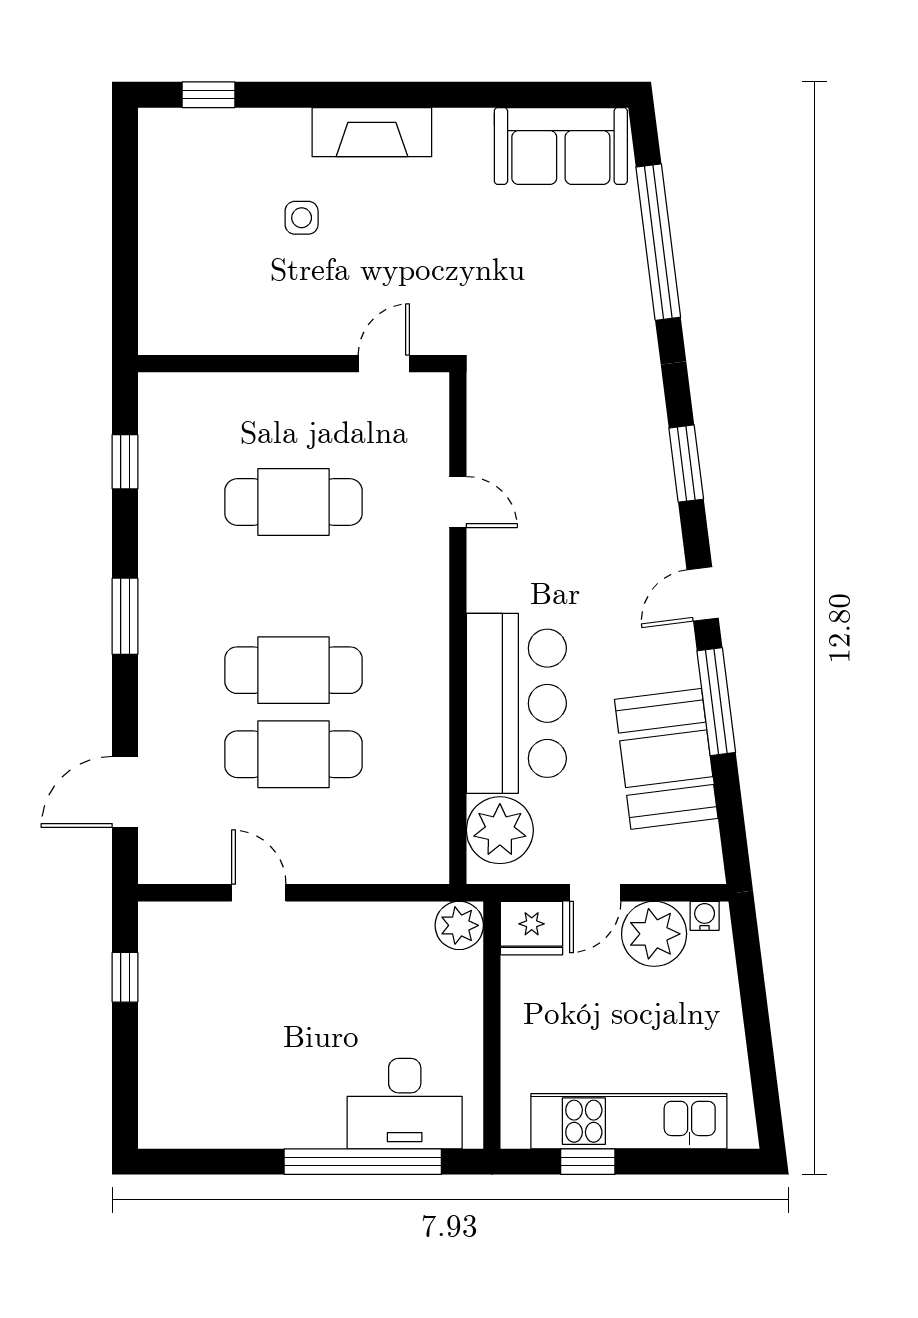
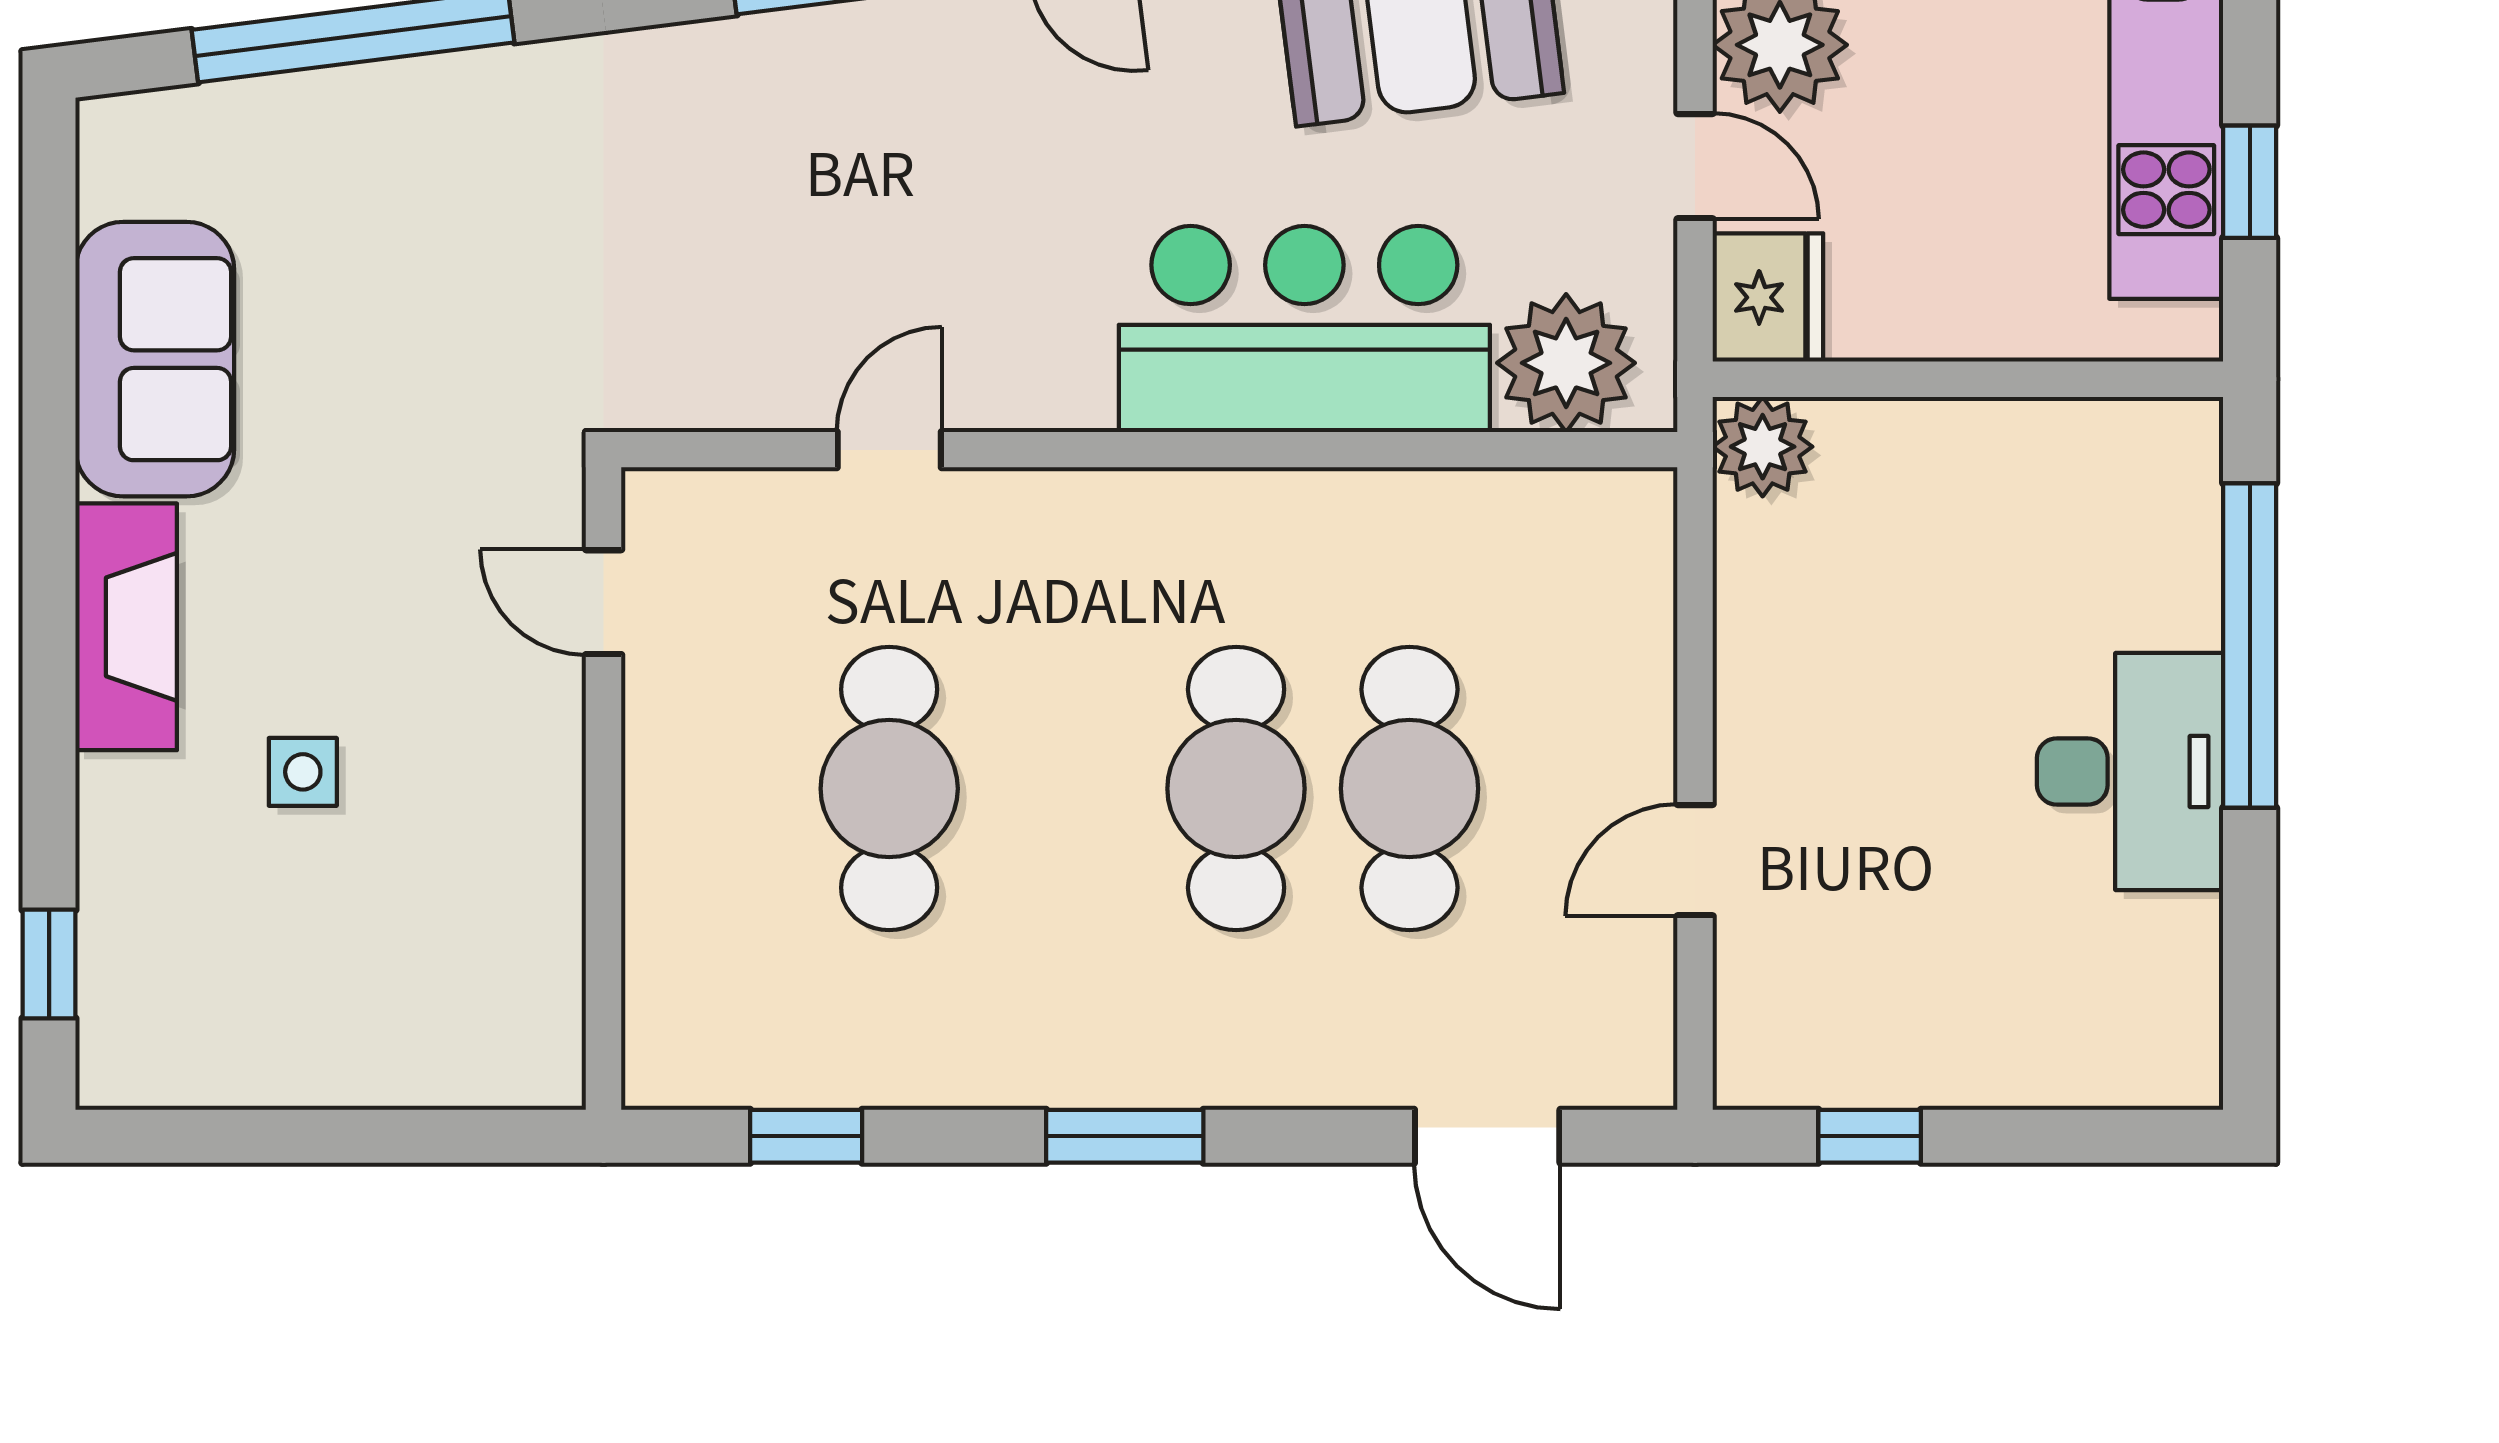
sofa: (561, 146) -> (155, 359), moved
desk: (405, 1104) -> (2130, 771), moved

